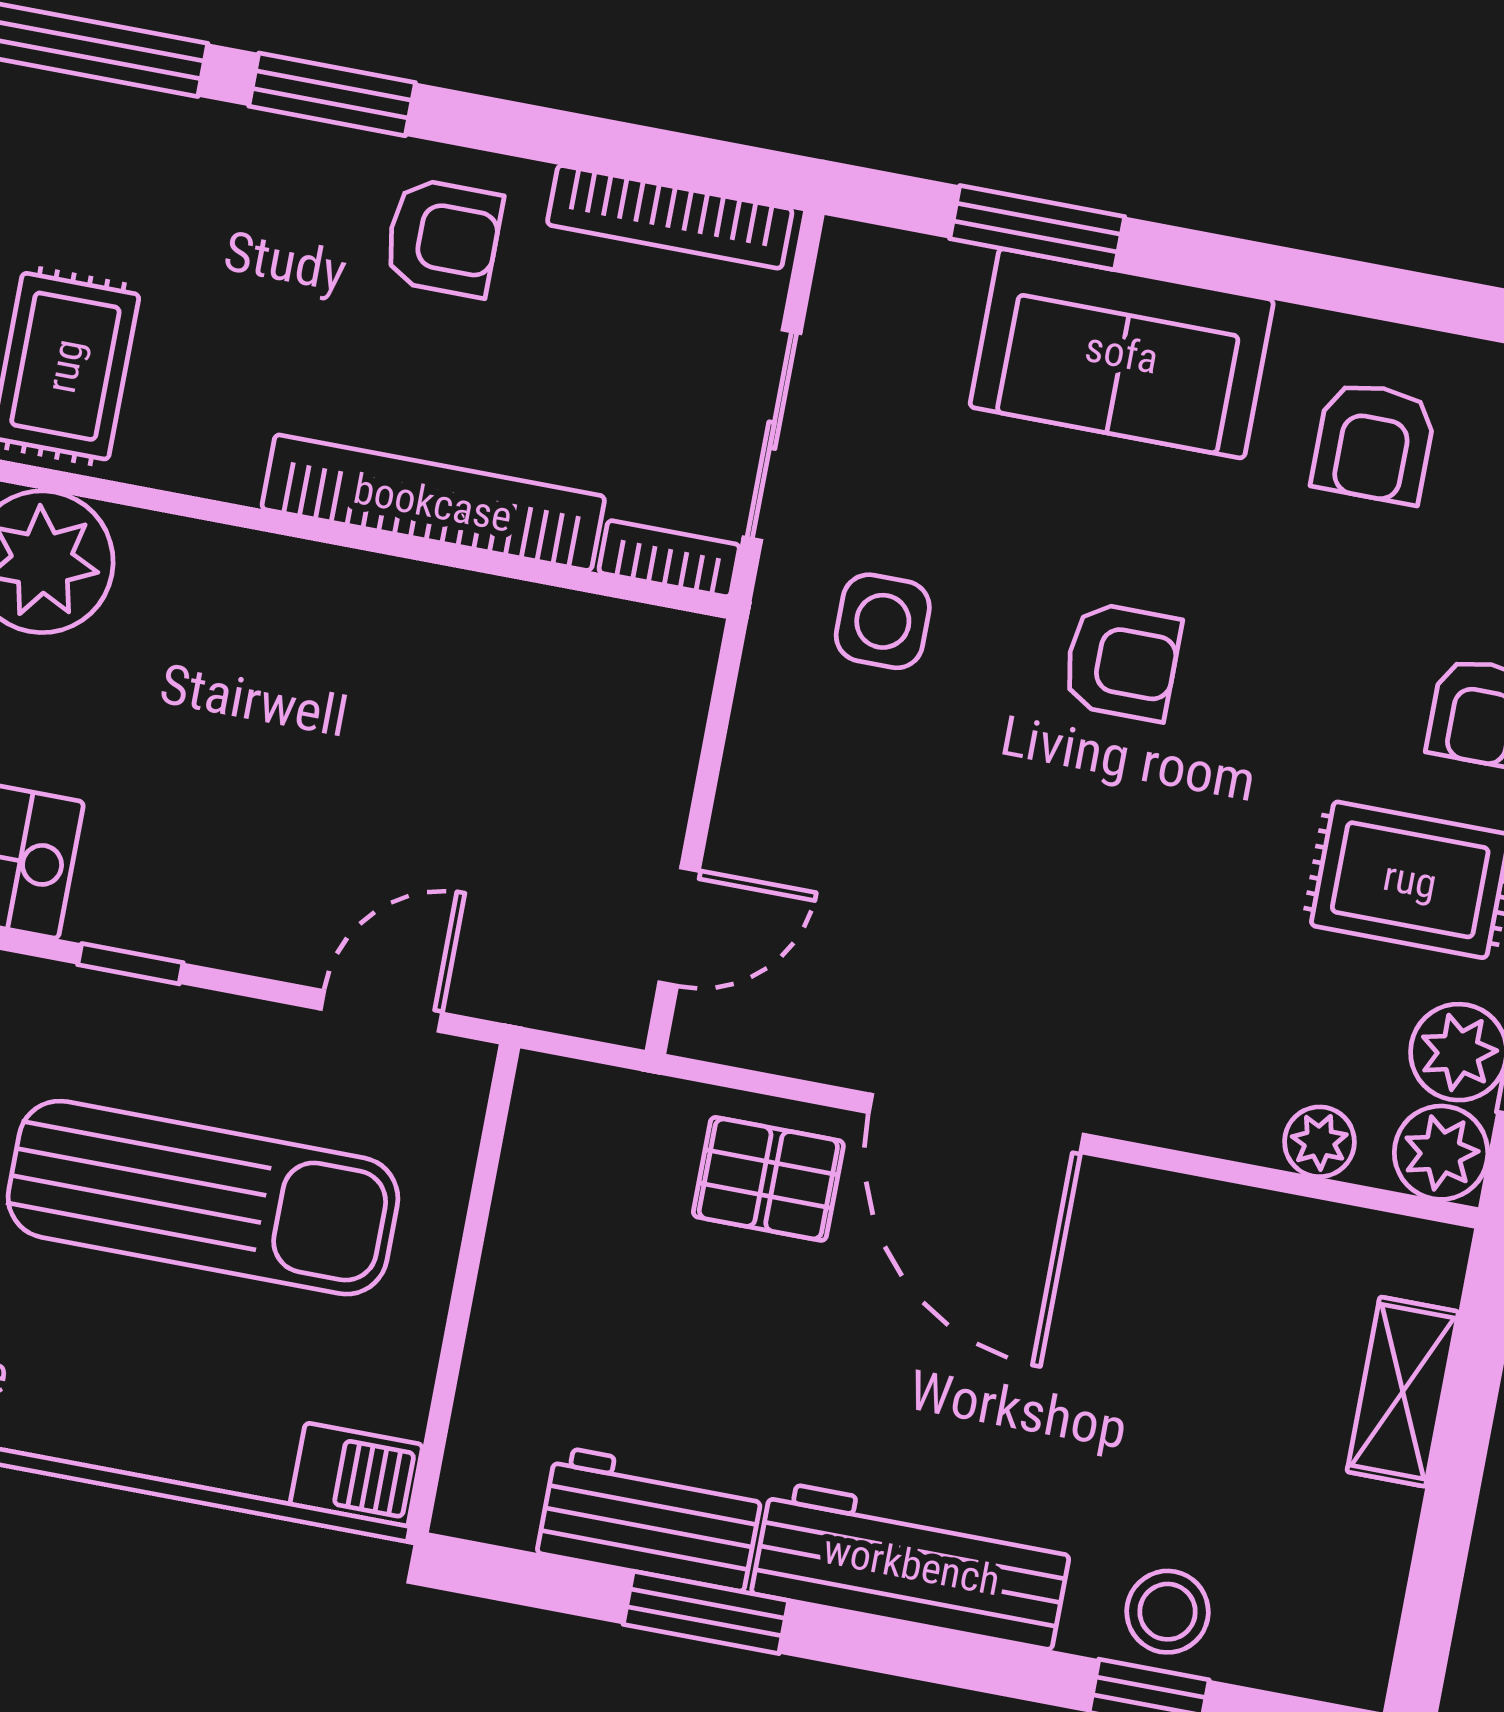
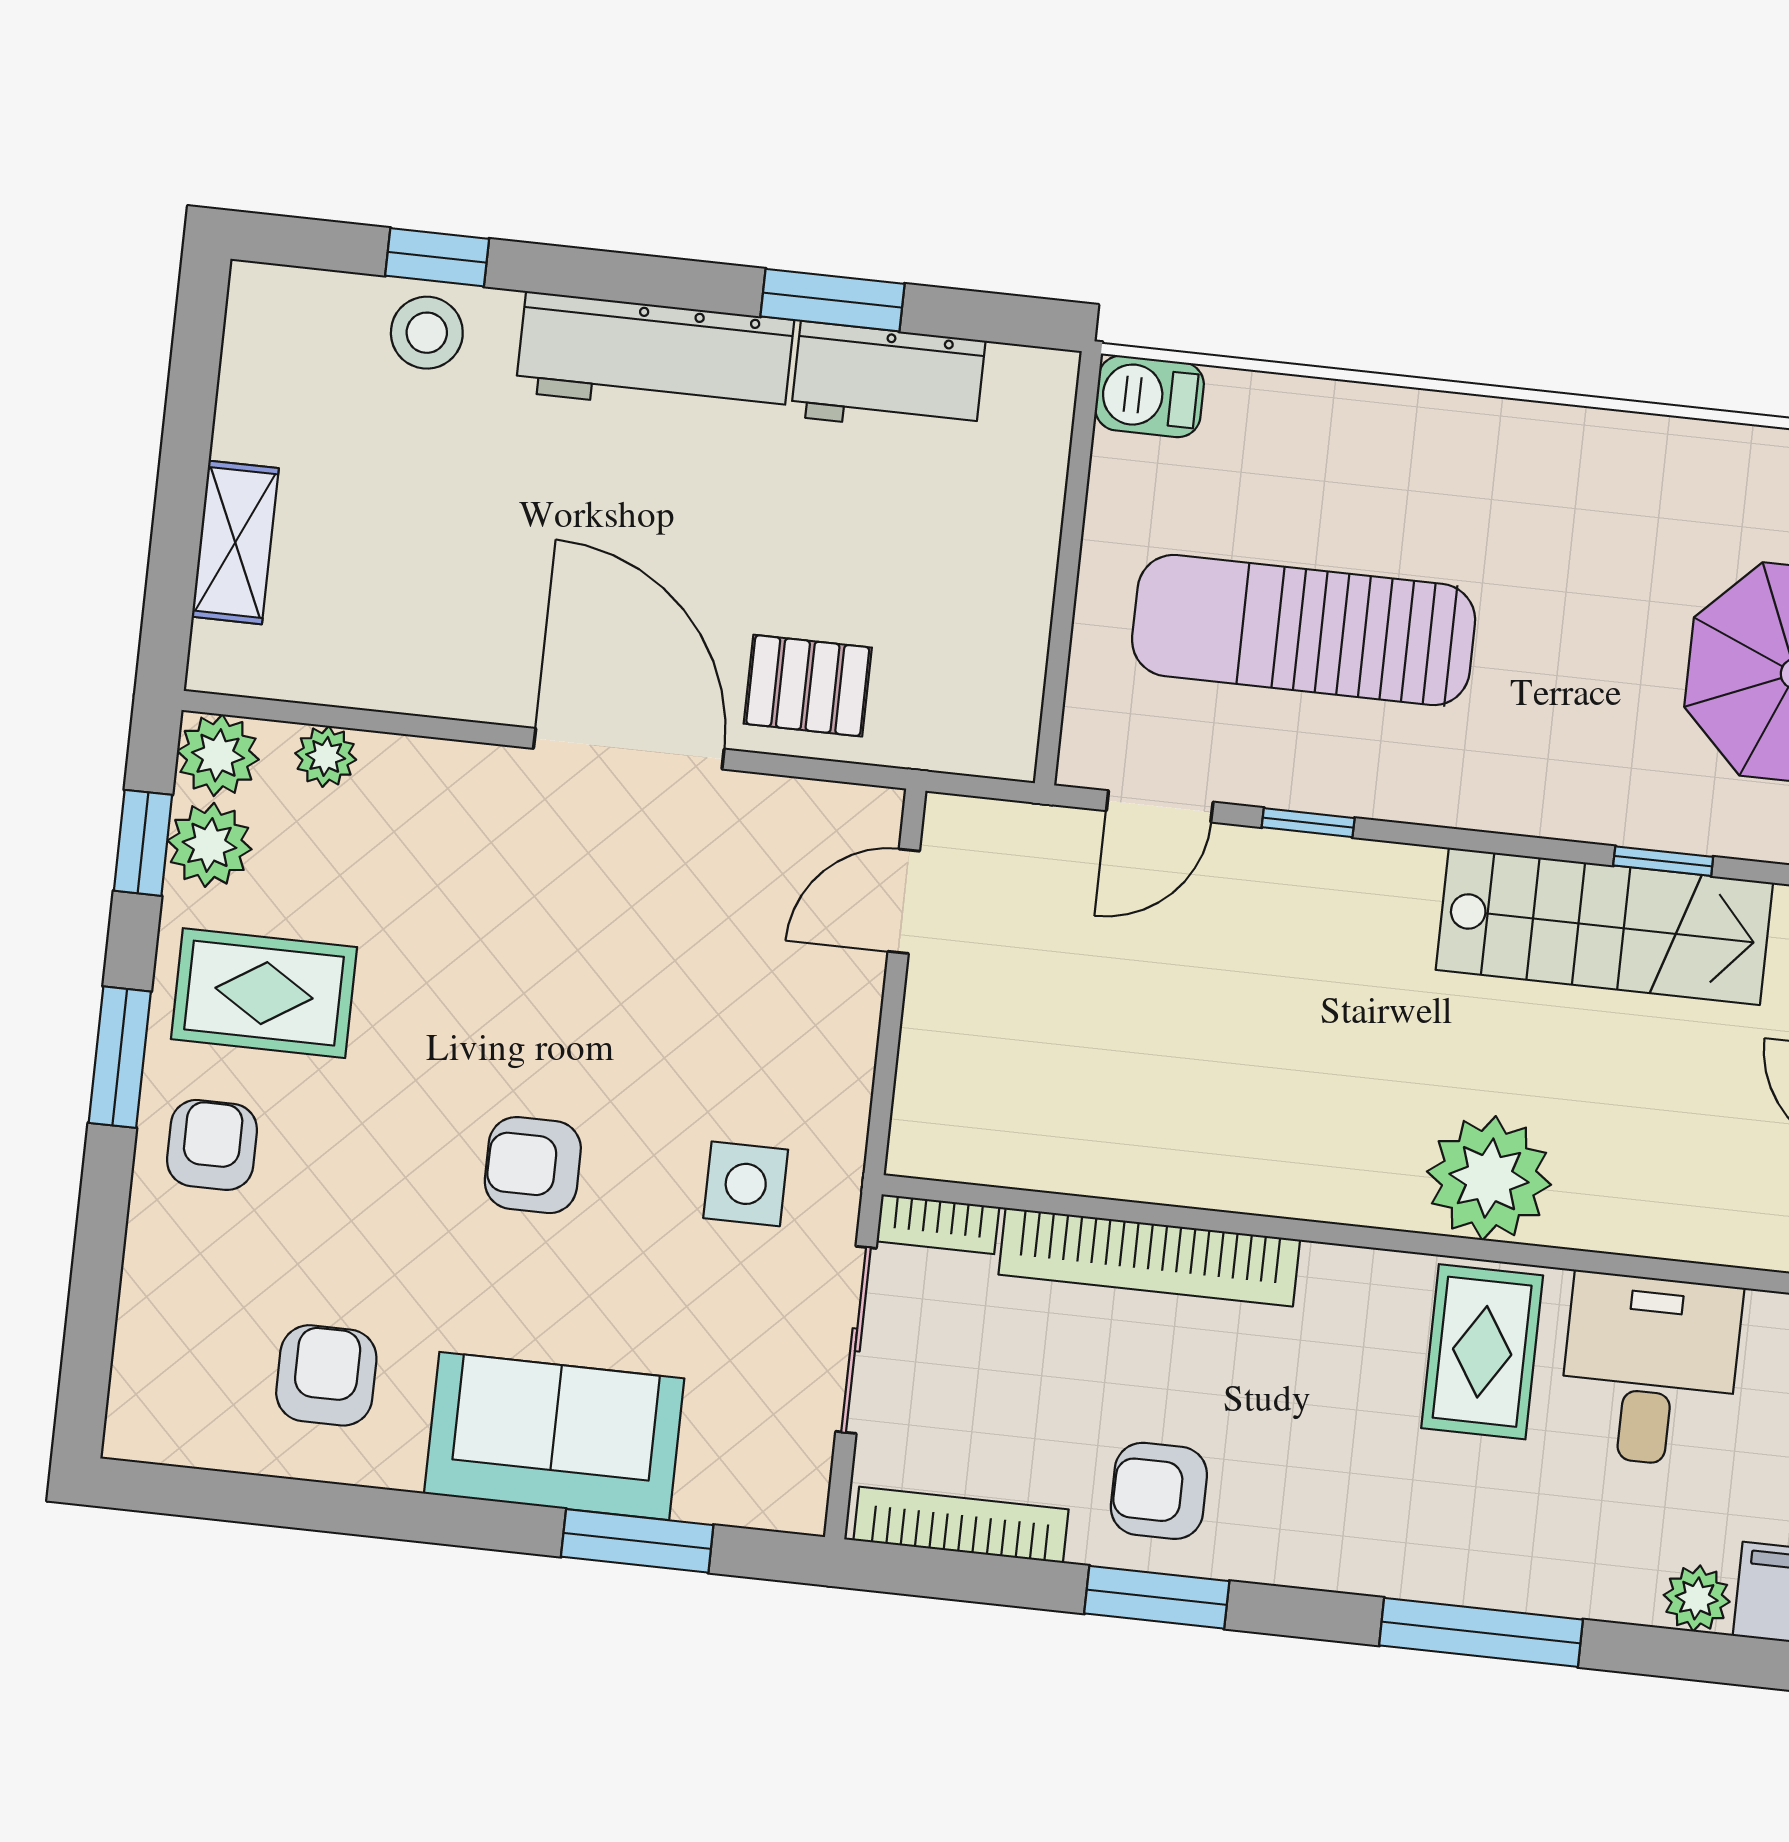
window: (332, 94) -> (1157, 1597), moved
window: (130, 964) -> (1308, 823), moved

